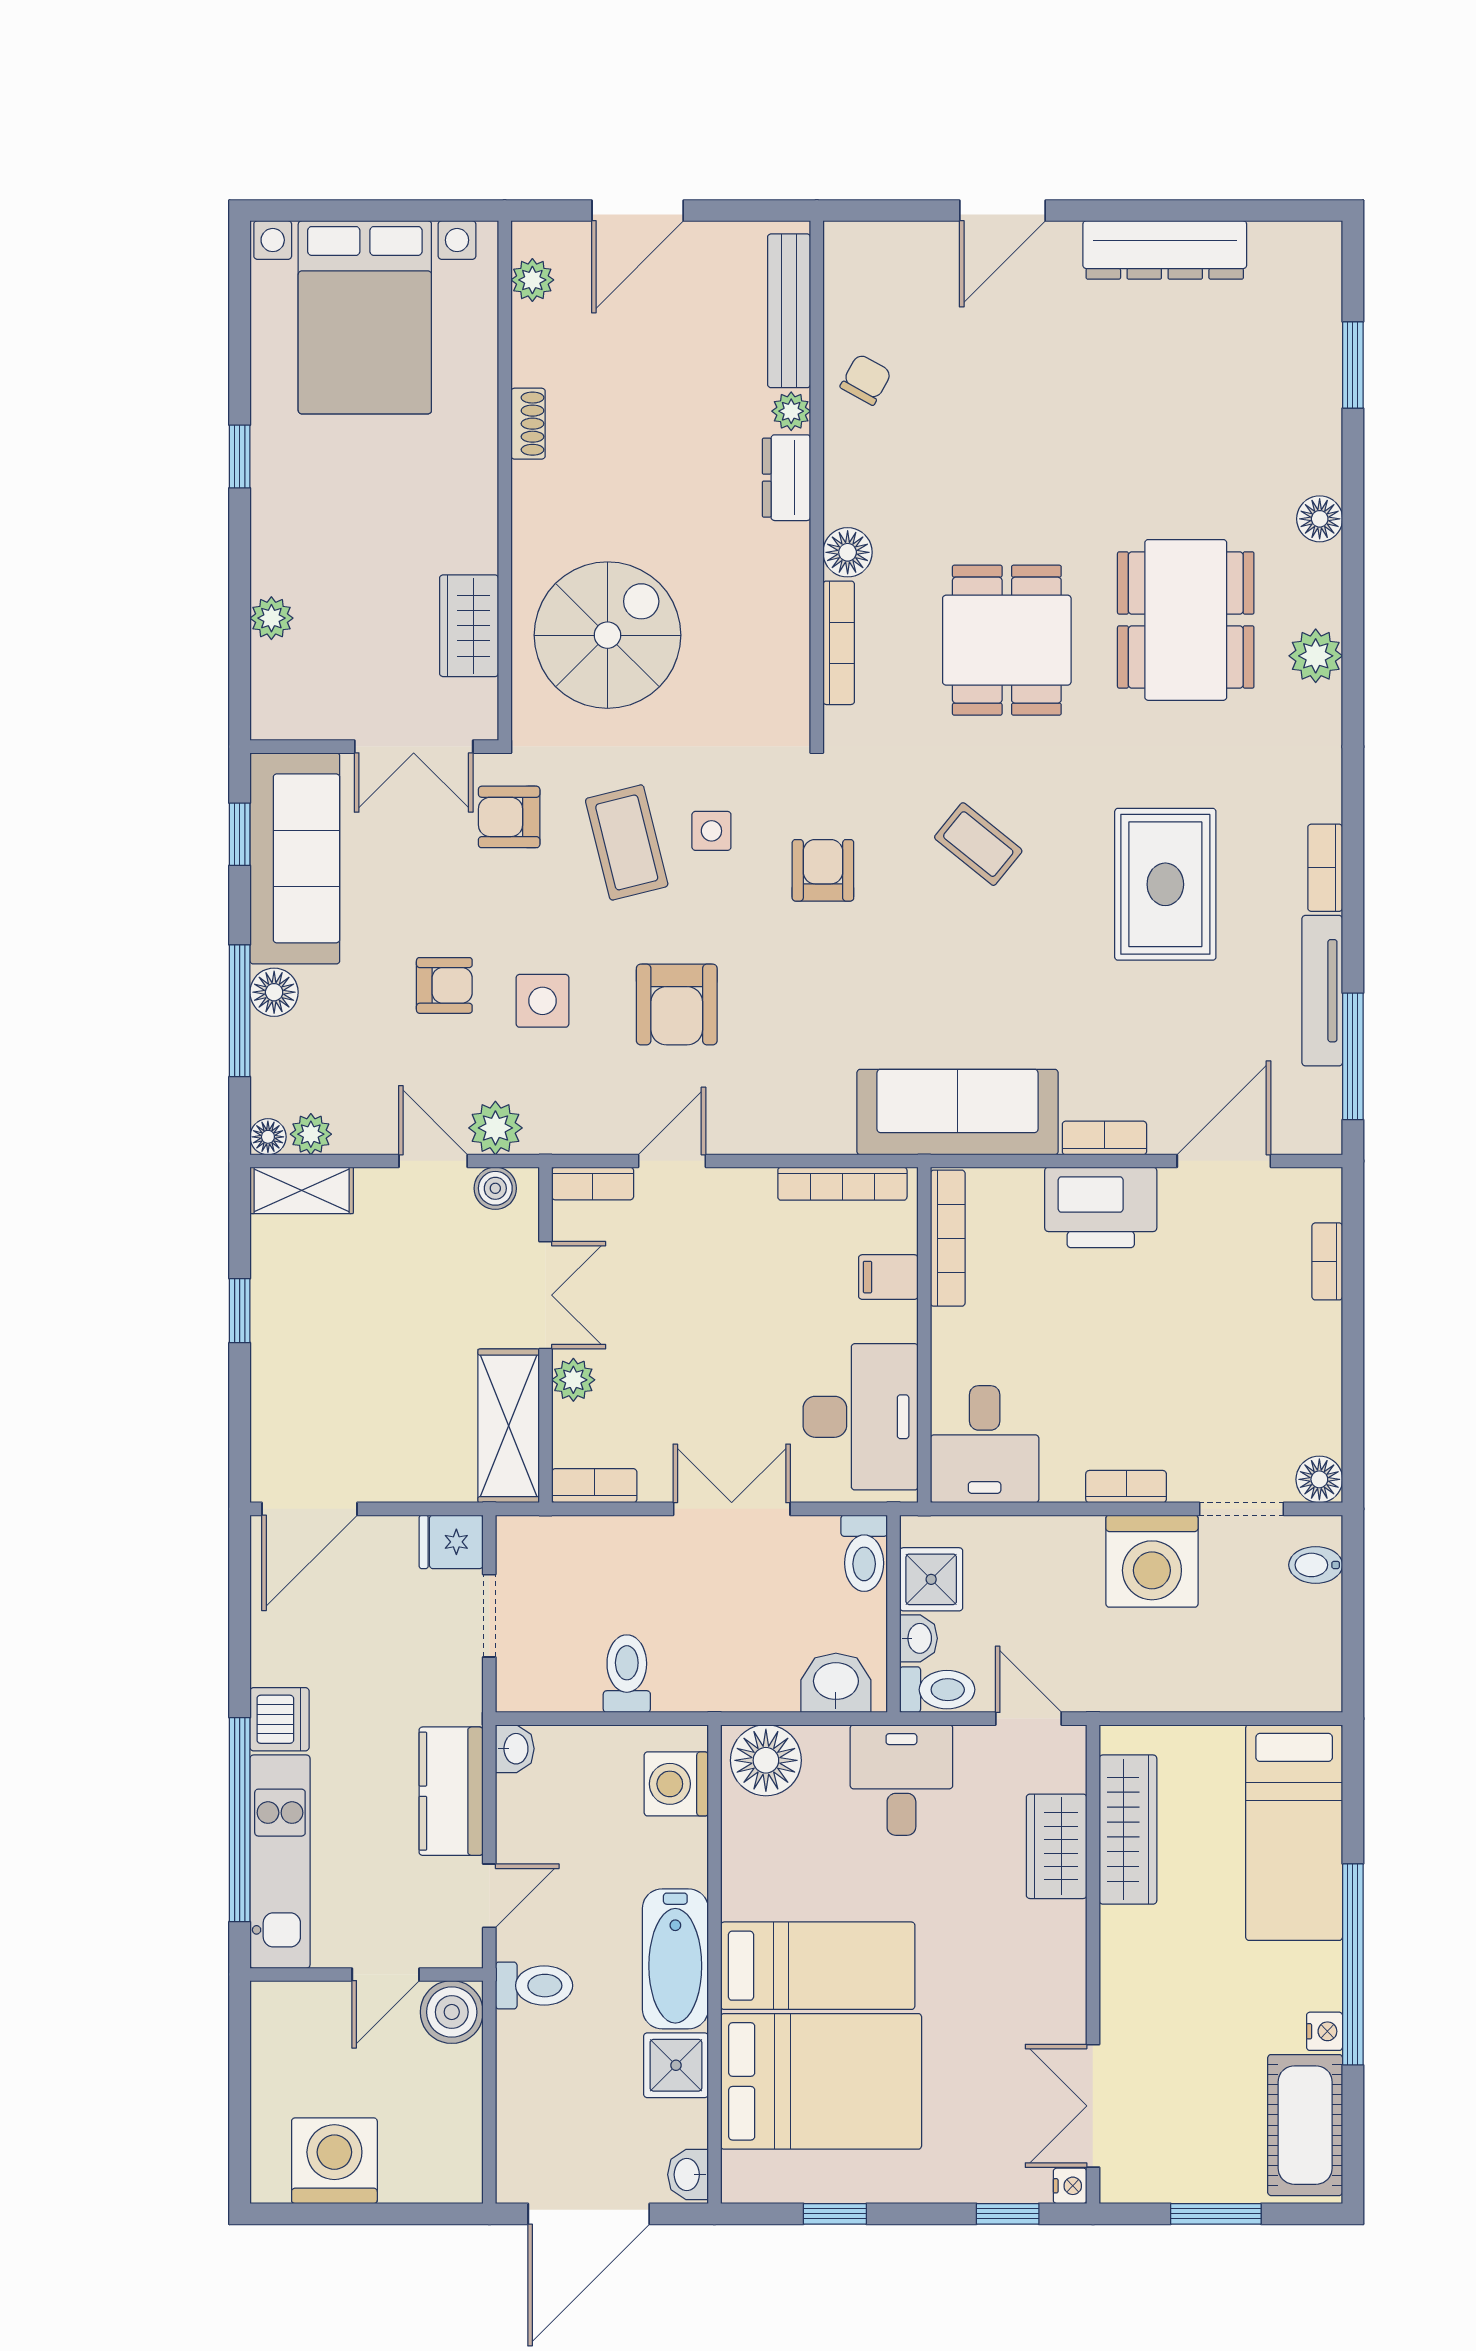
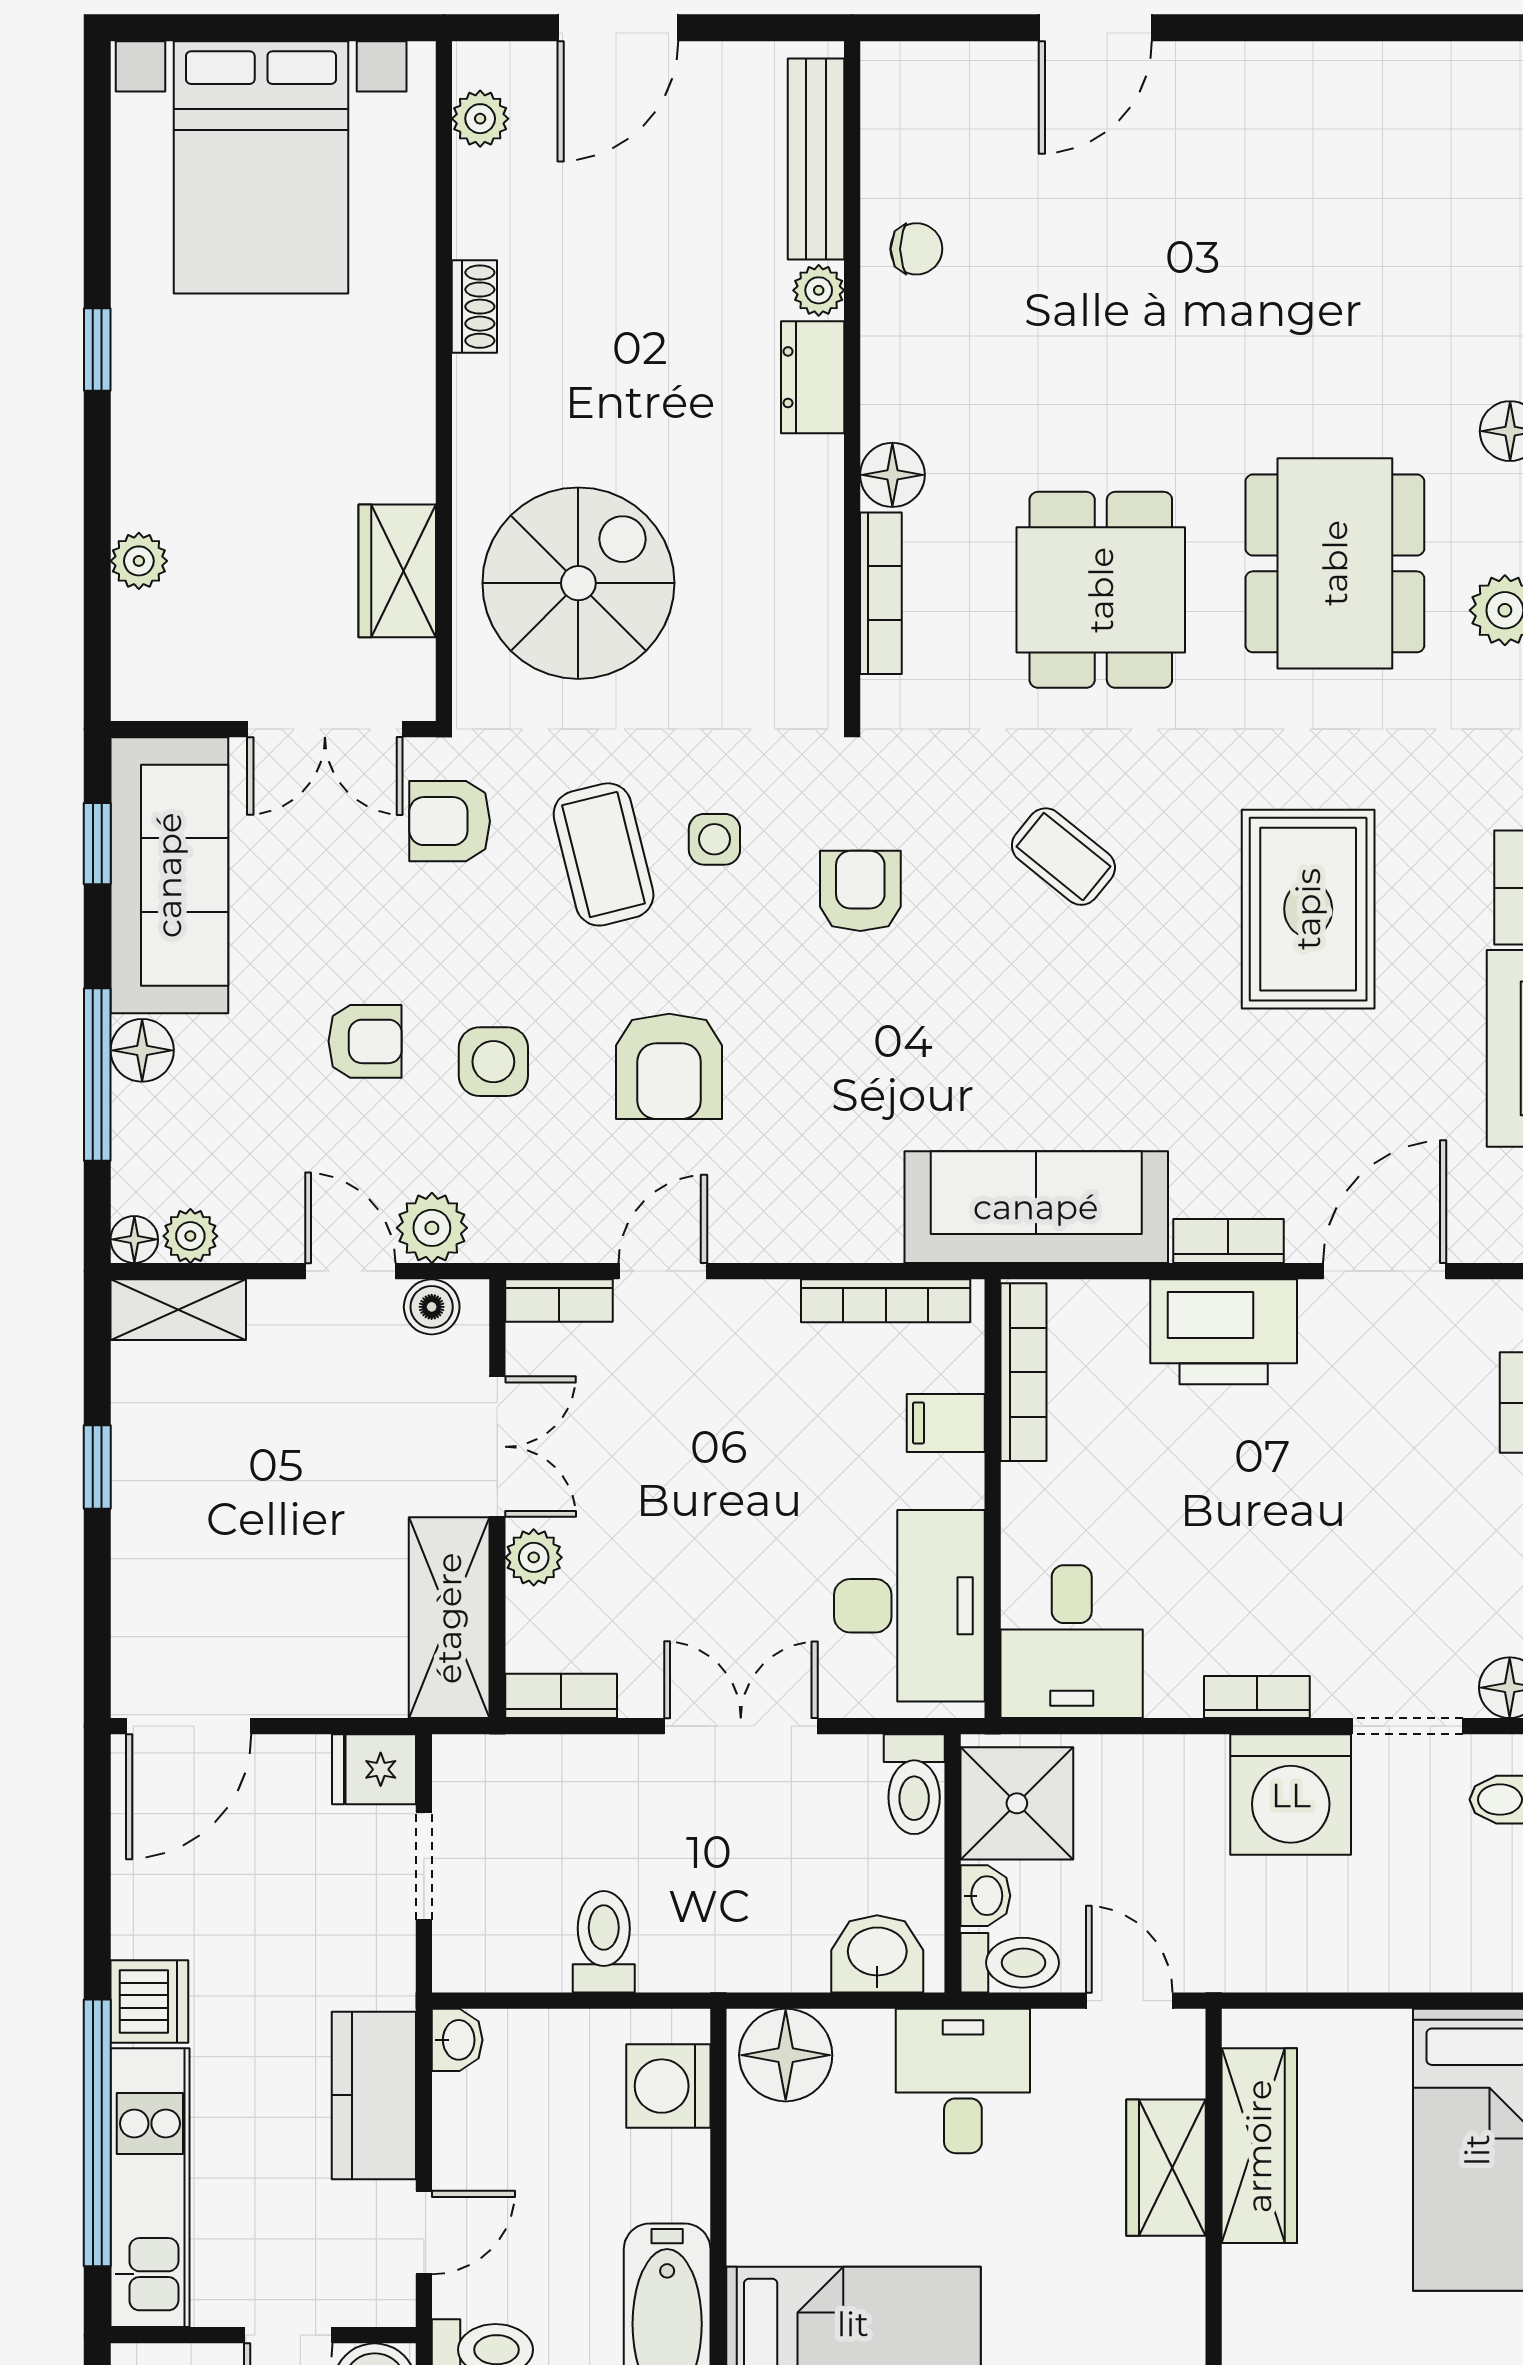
dresser: (1165, 250) -> (1307, 79), removed
chair: (866, 380) -> (916, 249), turned 61
shower: (931, 1579) -> (1017, 1803), width x1.36, depth x1.36

